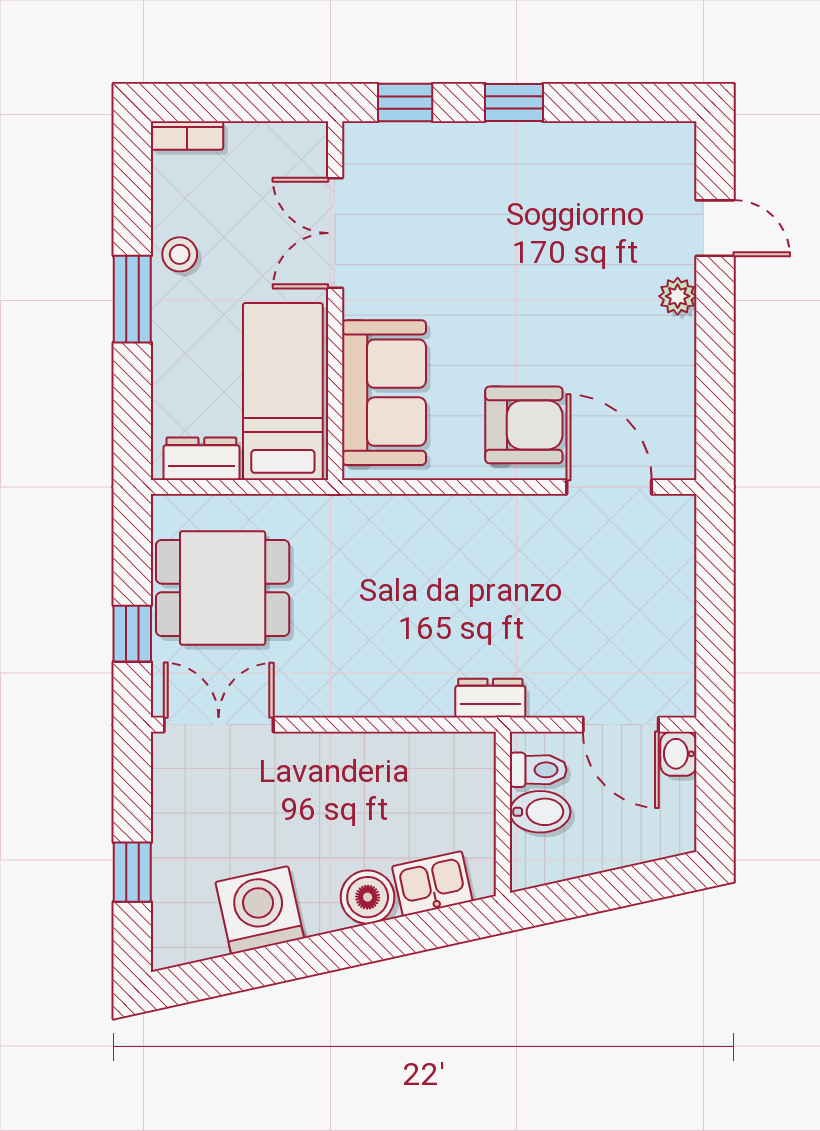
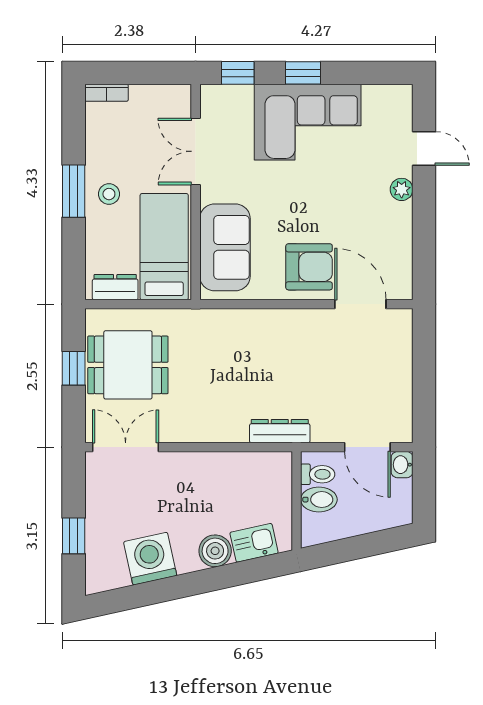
corner sofa: (521, 184) -> (308, 122), added
stool: (180, 254) -> (109, 194), moved
window: (132, 634) -> (74, 368), moved
dresser: (490, 698) -> (280, 431), width x1.44

